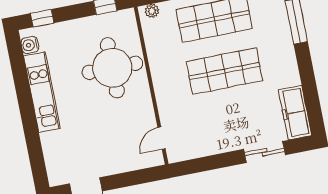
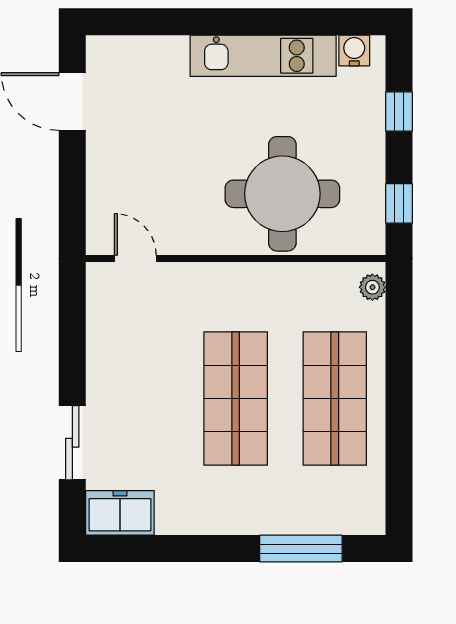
window: (42, 18) -> (399, 112), moved
freezer: (295, 113) -> (120, 513), width x0.71

